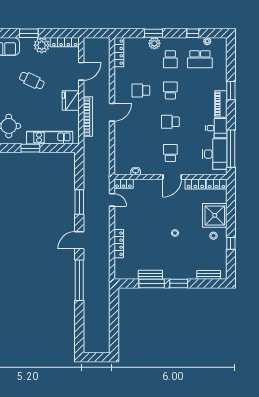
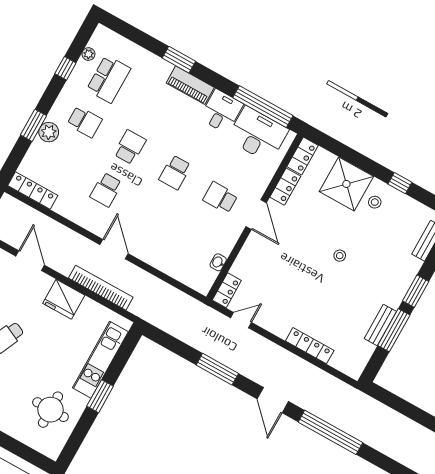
school desk: (170, 90) -> (130, 147), turned 90

